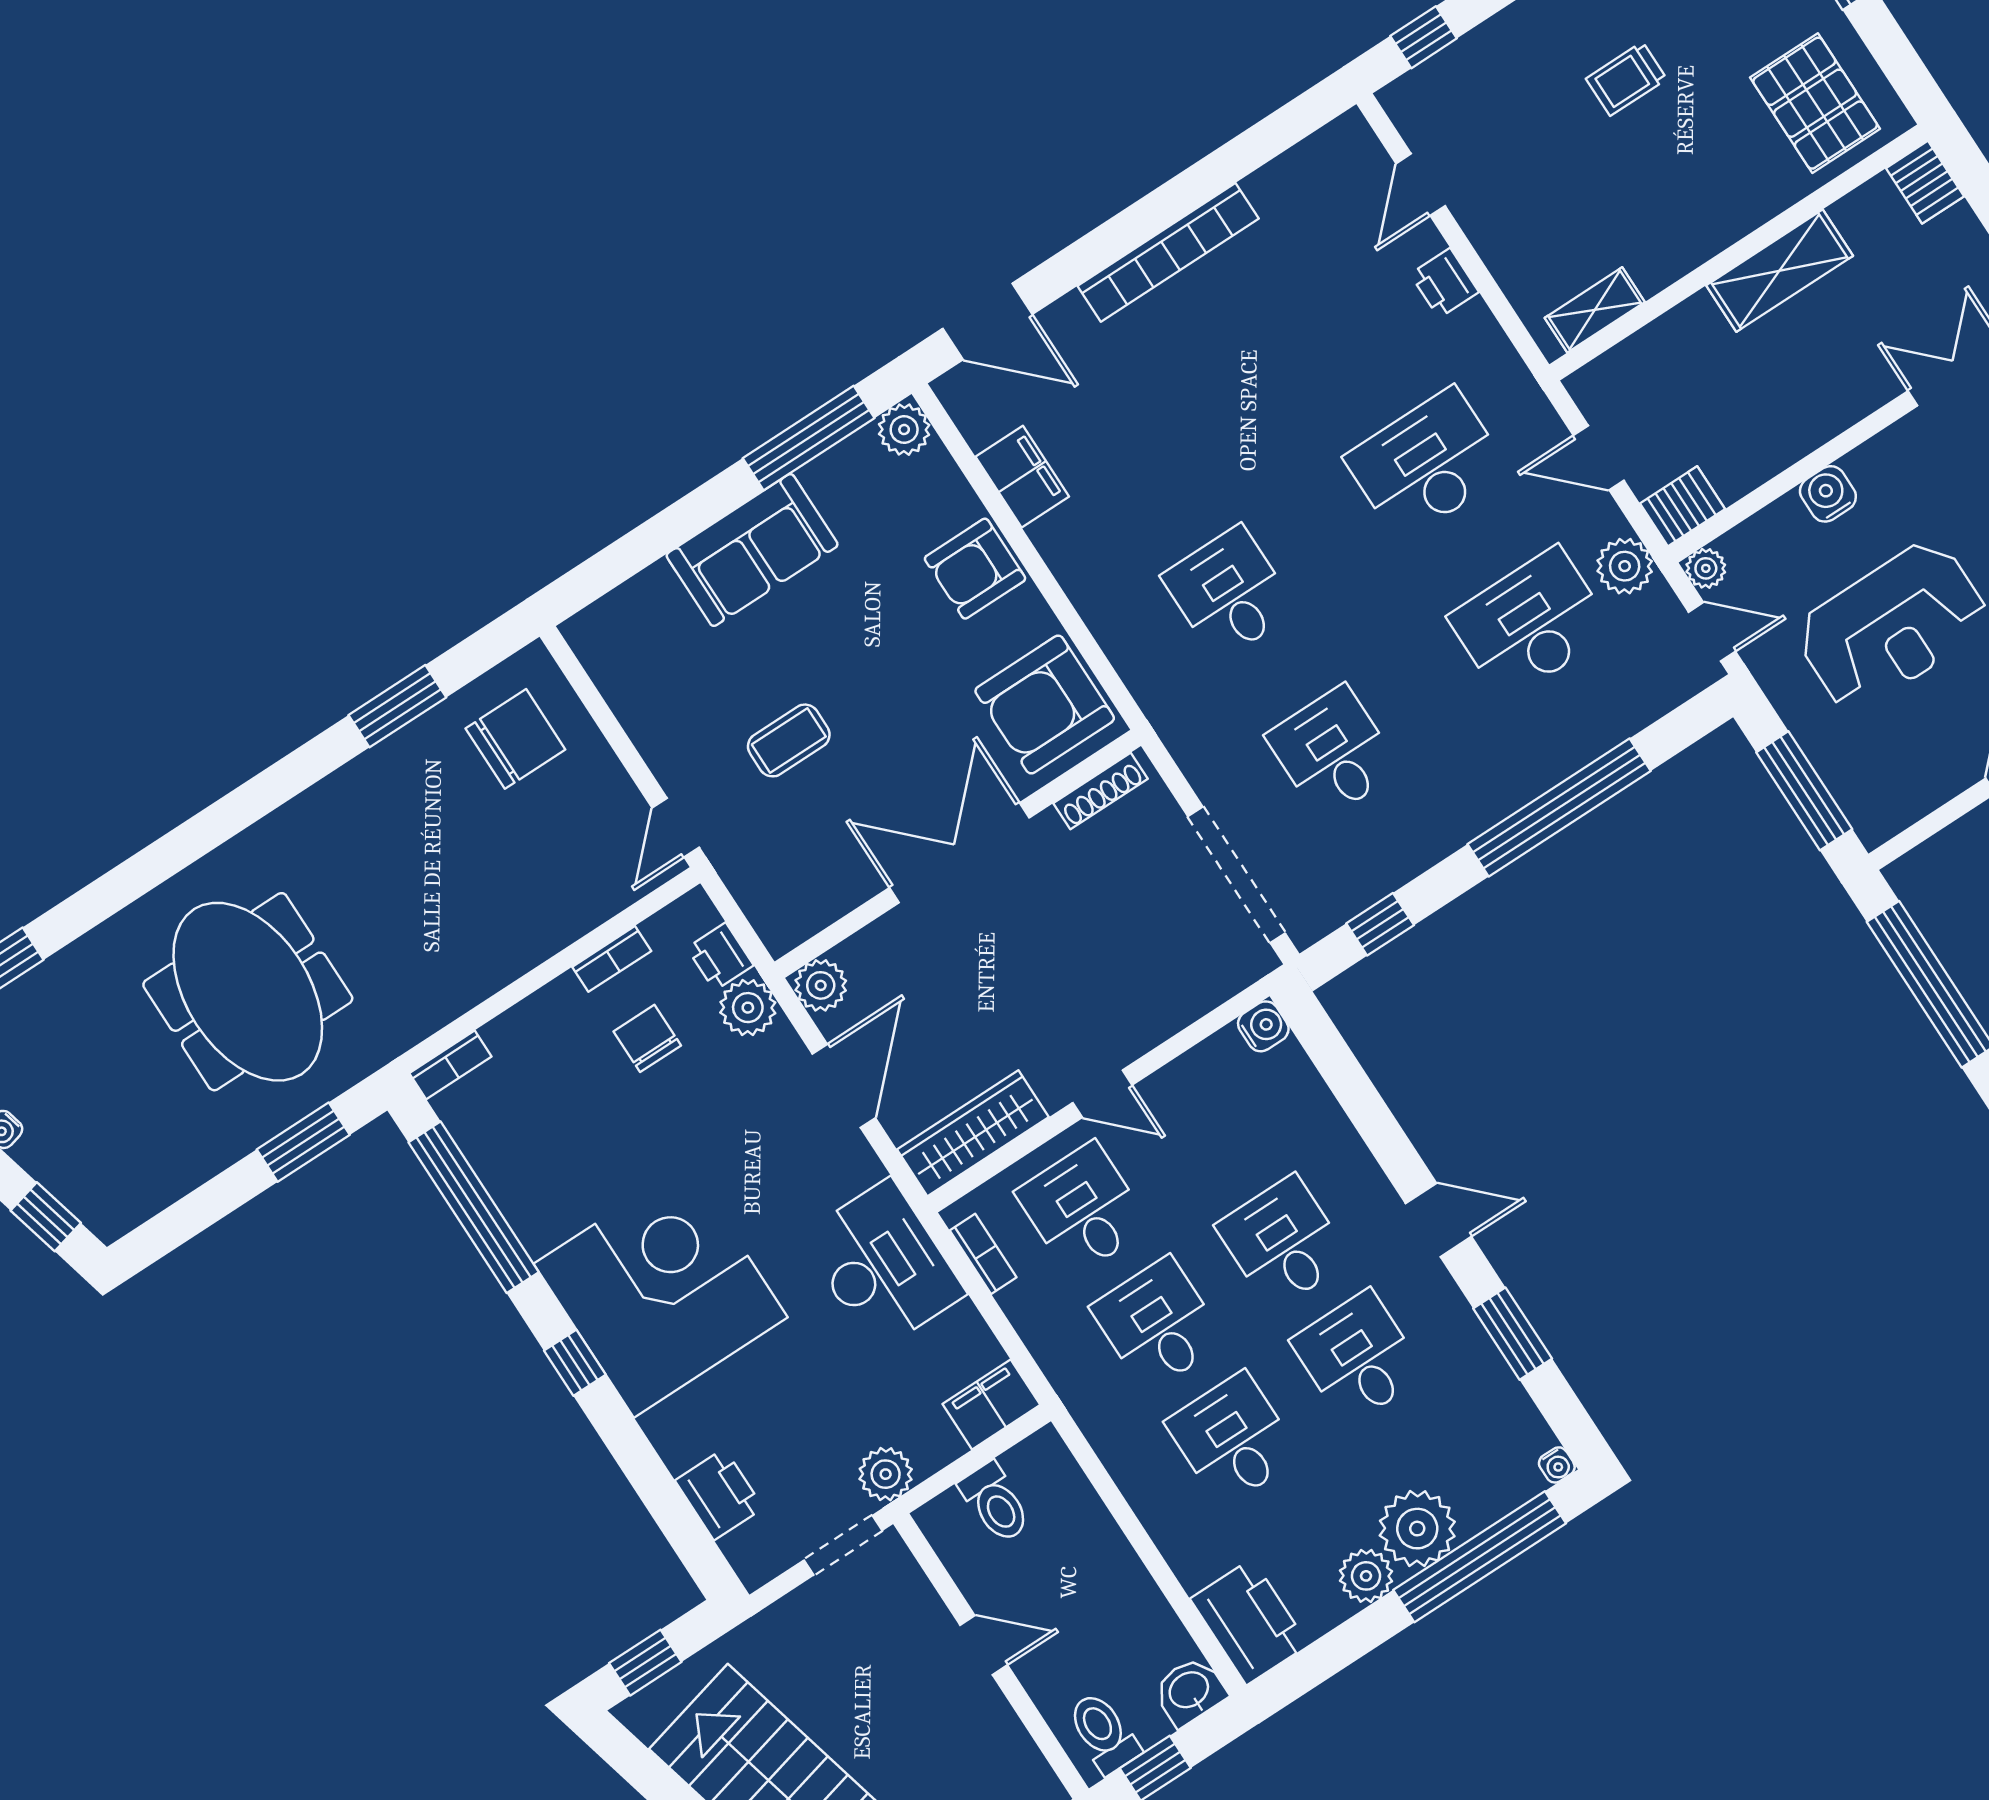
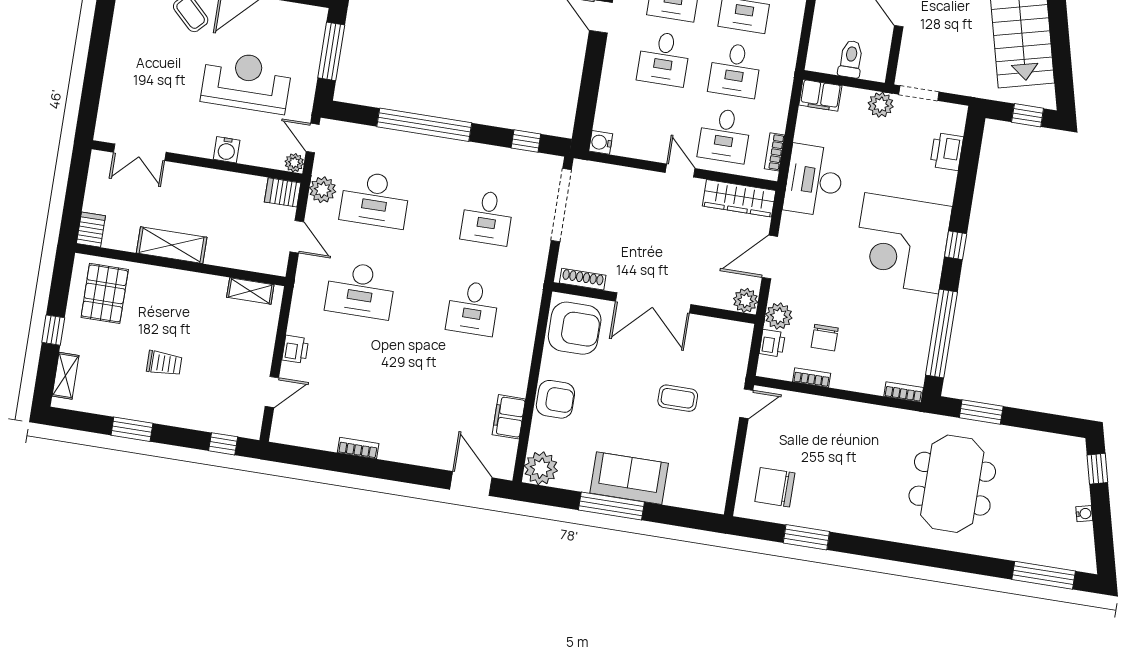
bookcase: (1168, 252) -> (358, 448), width x0.43, depth x0.76
plant: (904, 430) -> (541, 468), width x1.36, depth x1.36
window: (809, 438) -> (611, 506), moved

